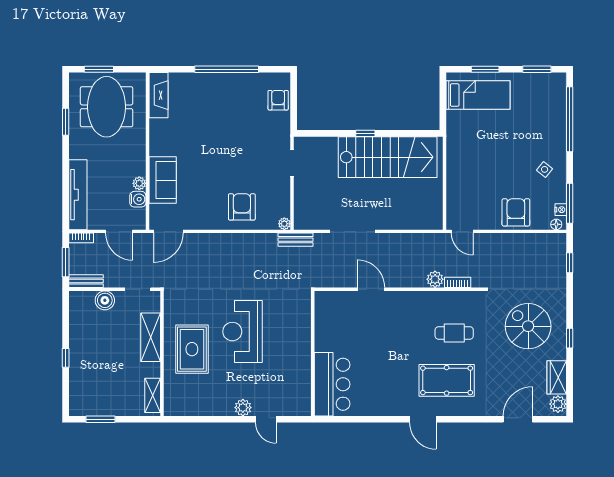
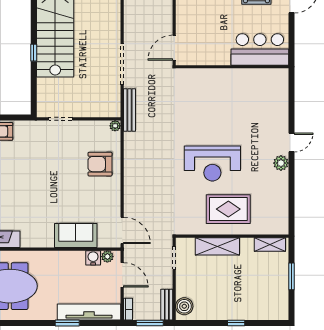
window: (66, 122) -> (67, 323), moved
plant: (139, 183) -> (107, 257), moved
door: (119, 231) -> (122, 275), hinge flipped
bench: (296, 240) -> (130, 110), width x1.36
boiler: (105, 300) -> (184, 306), moved
wall: (313, 353) -> (232, 67), moved
bar counter: (332, 384) -> (260, 49), moved
window: (100, 419) -> (291, 276), moved

